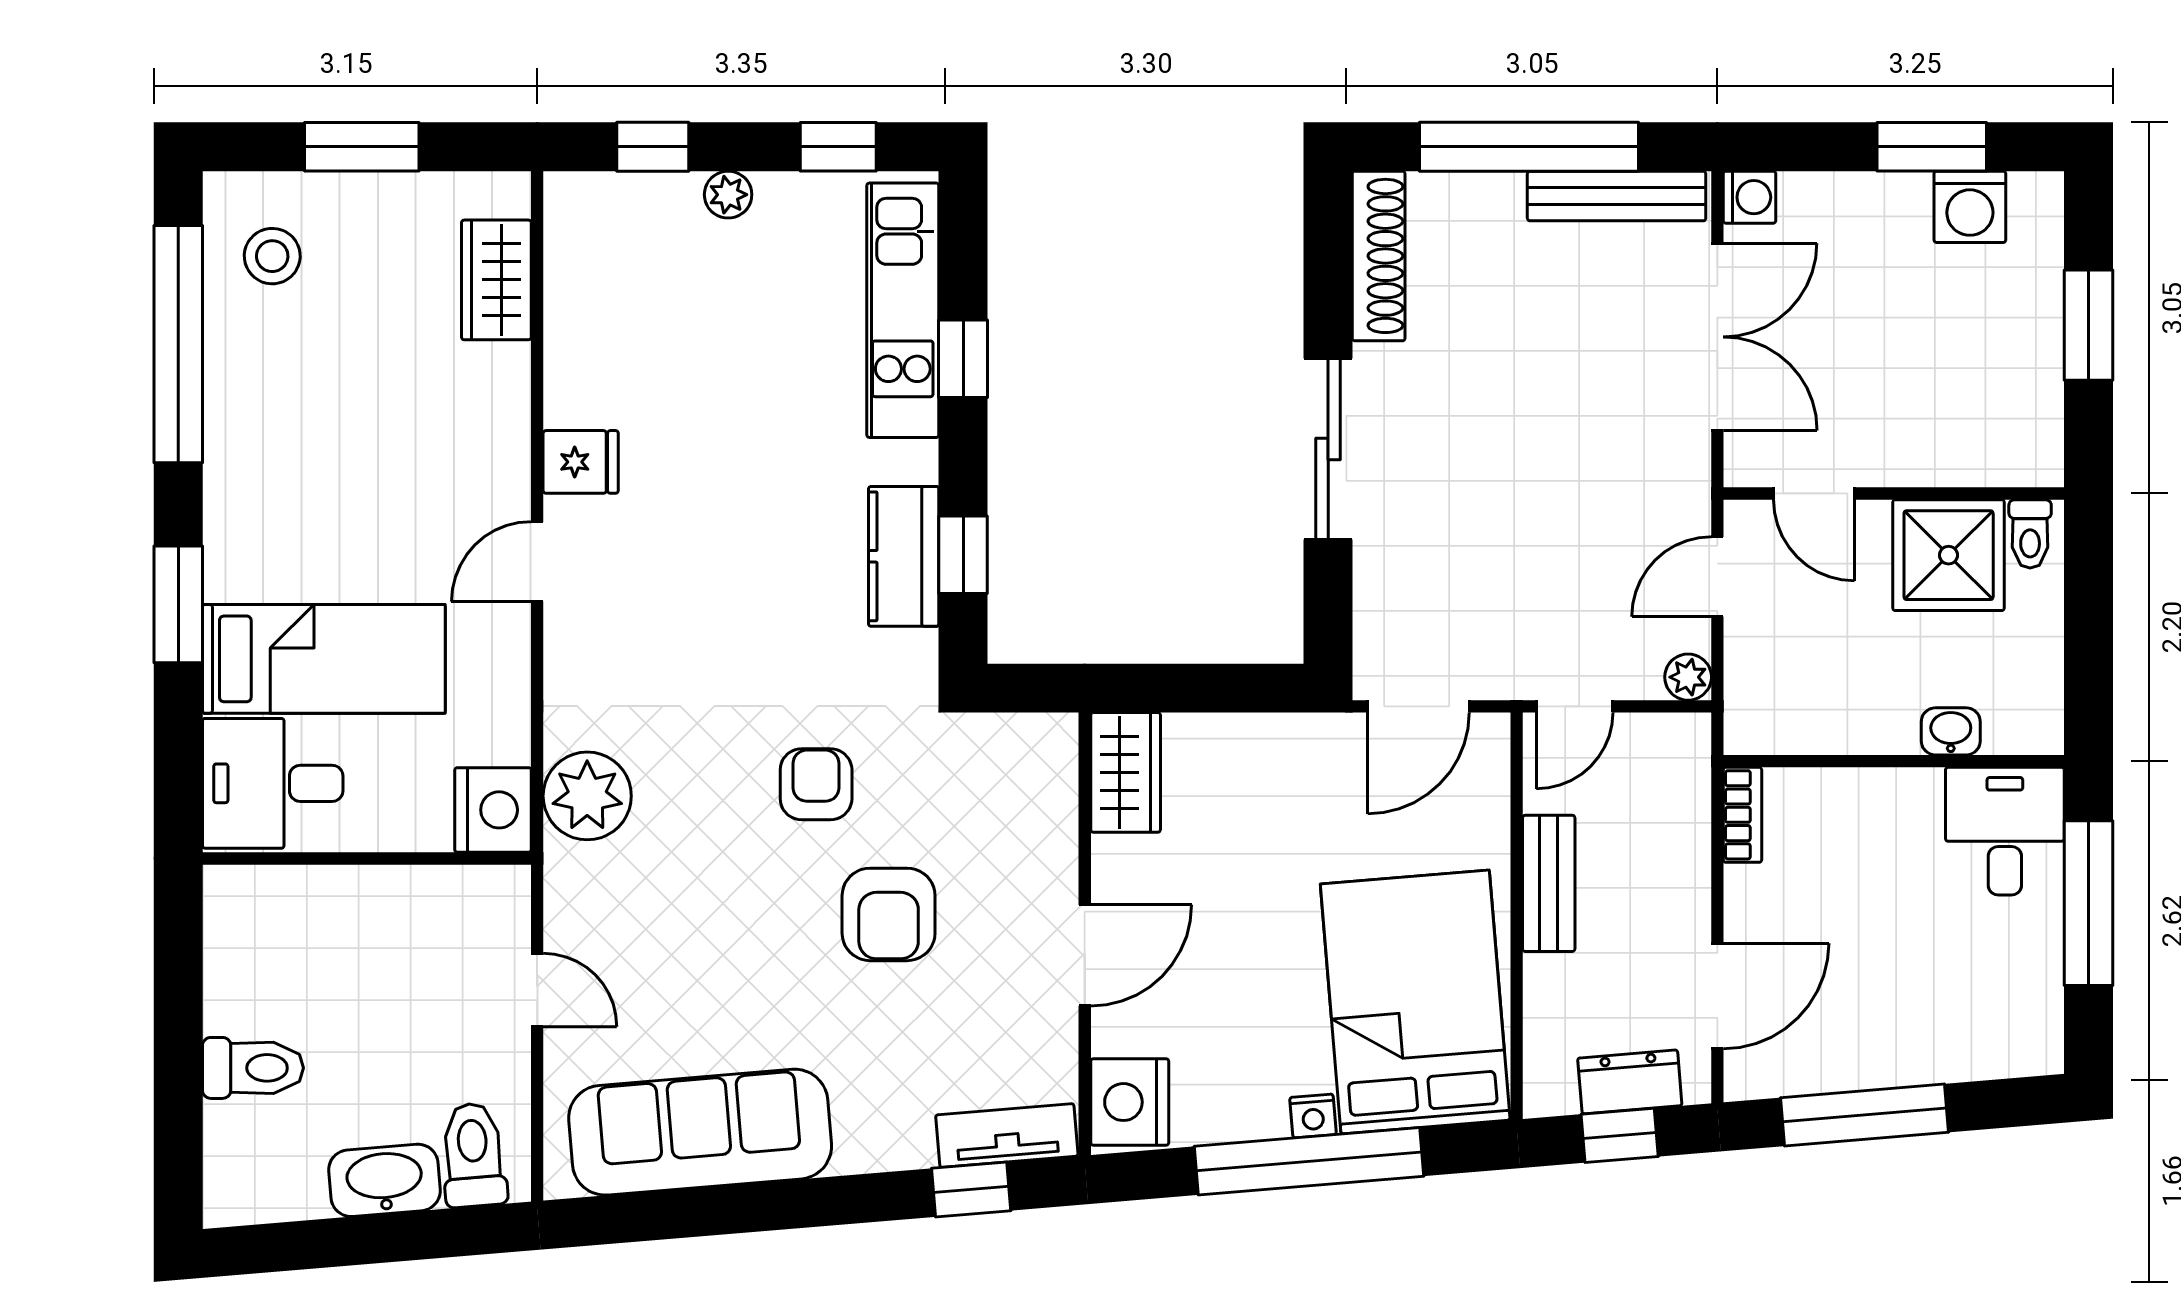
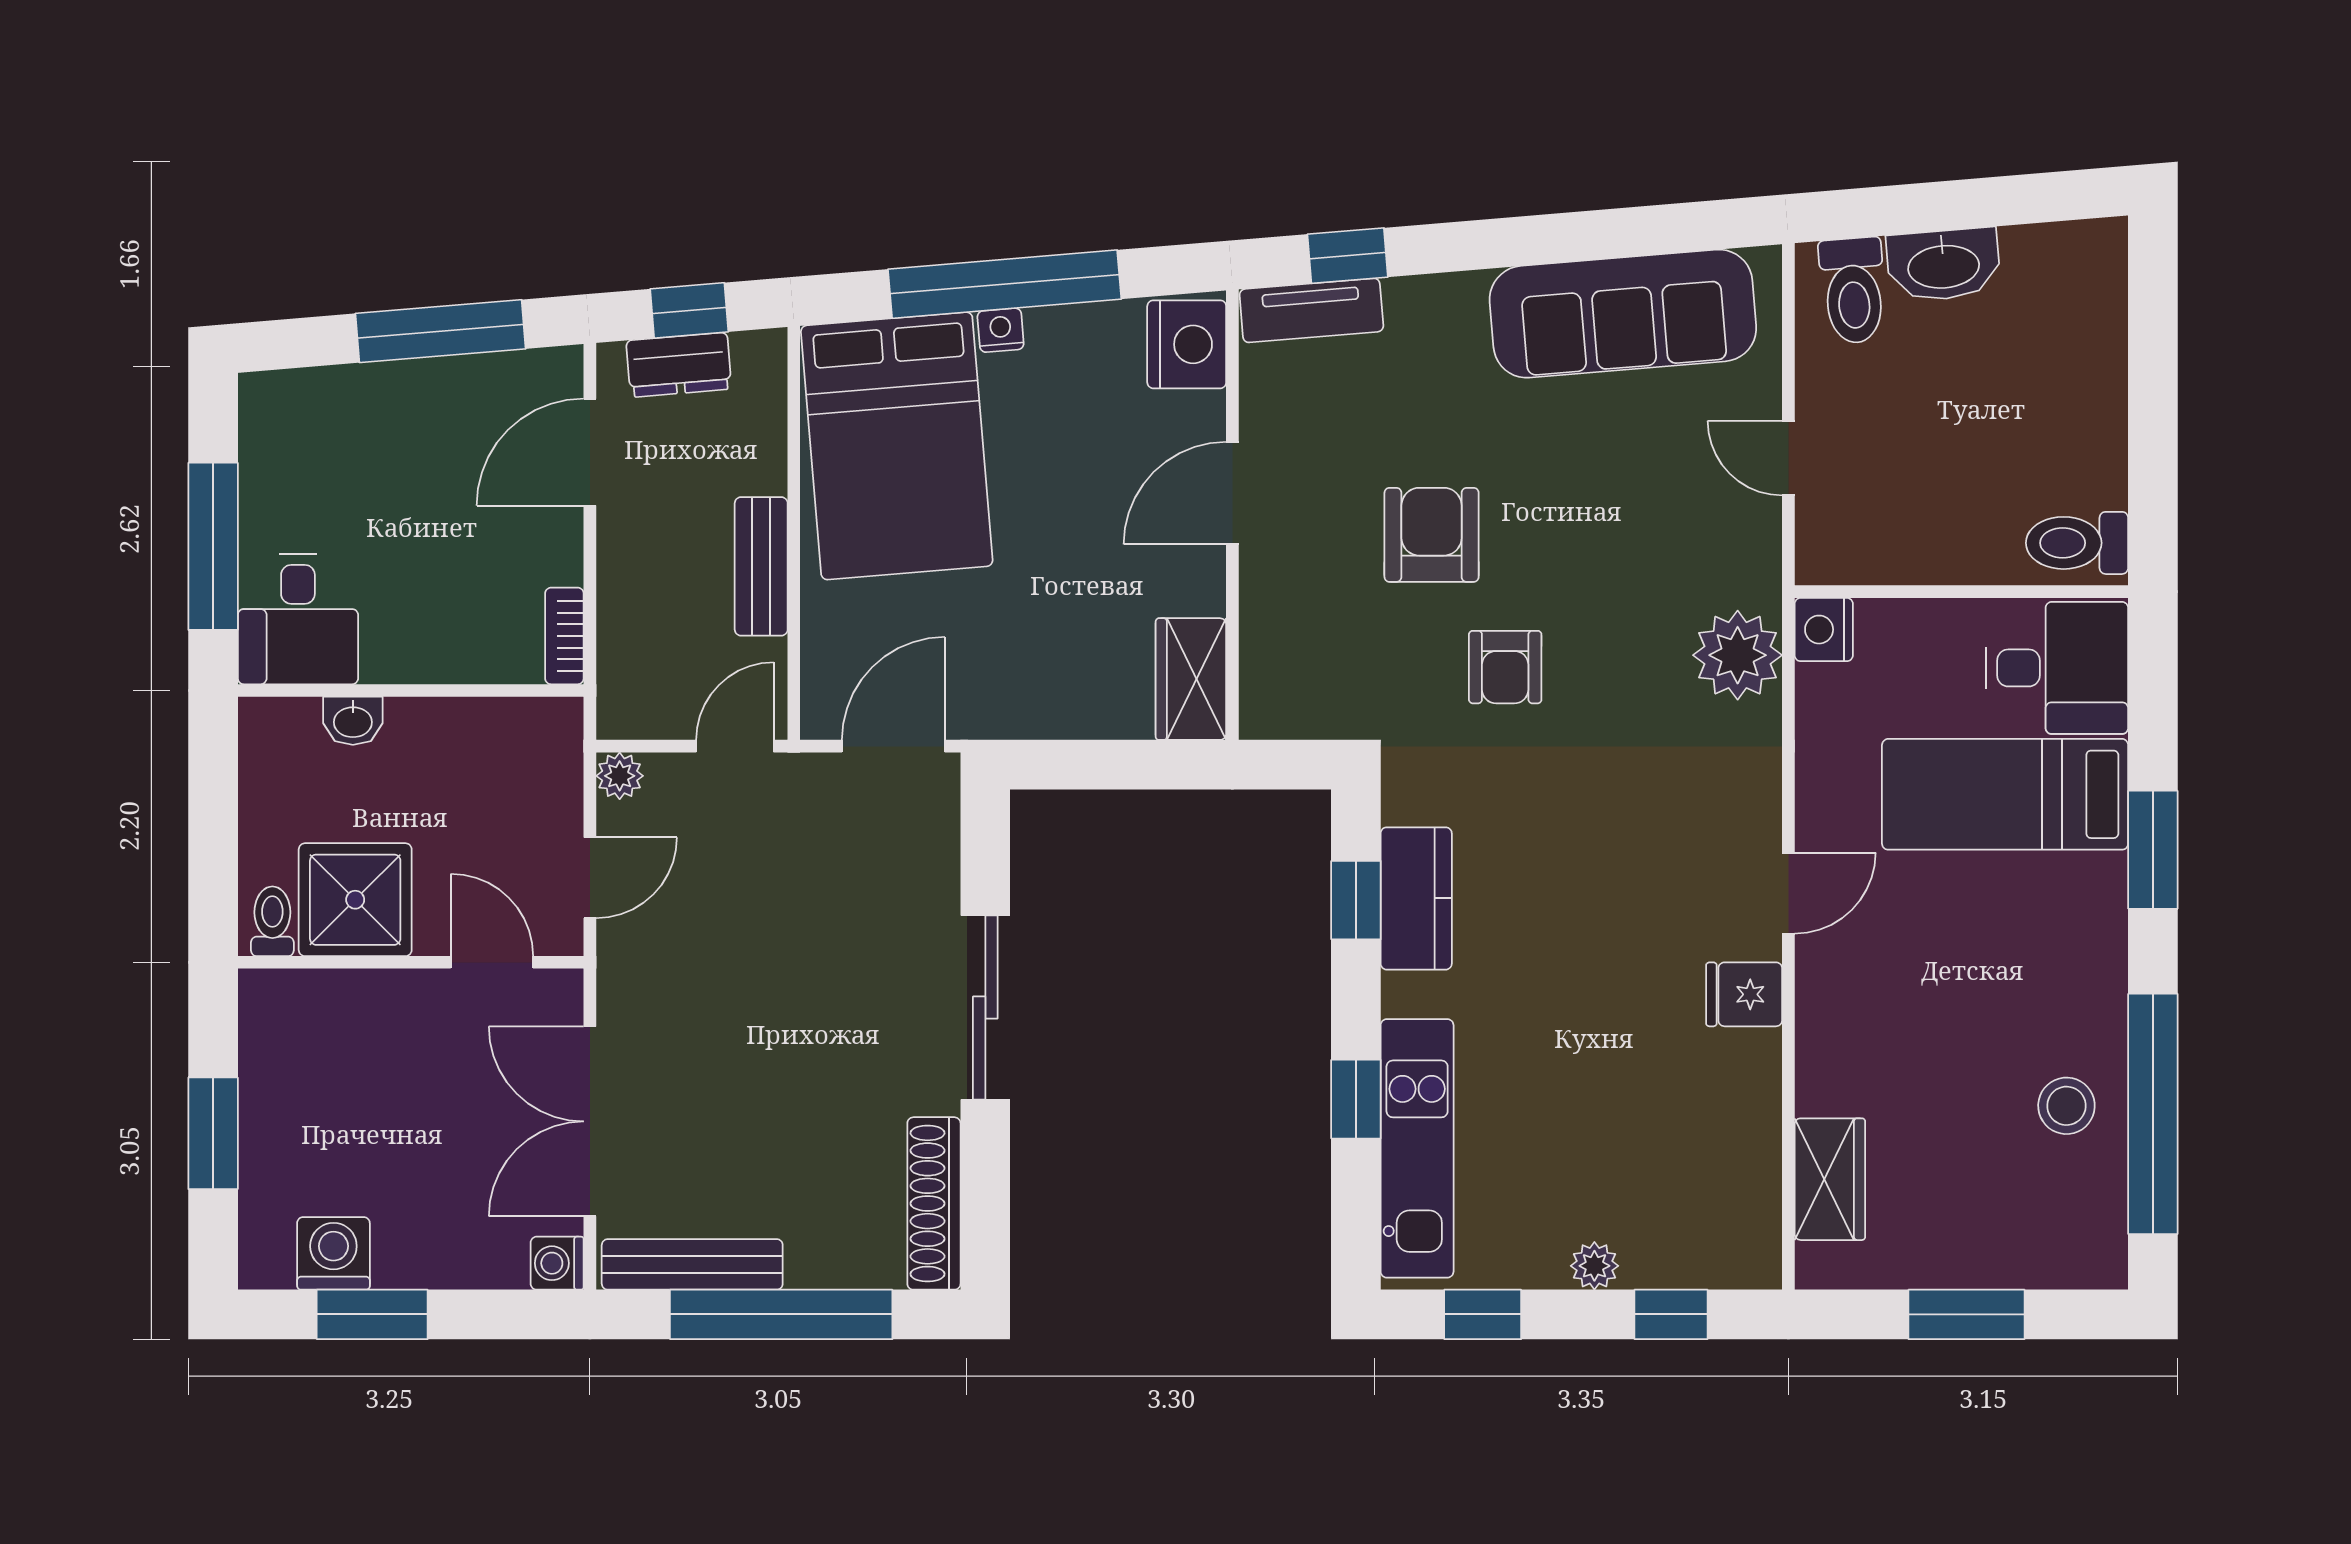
stool: (272, 256) -> (2066, 1106), moved
nightstand: (493, 810) -> (1824, 630), width x0.74, depth x0.75
toilet: (253, 1068) -> (2077, 543), moved

